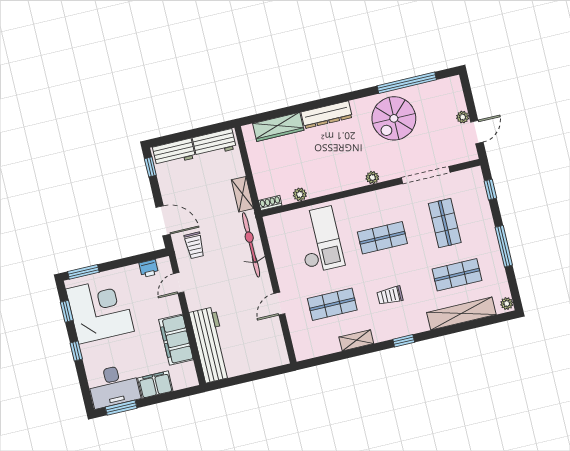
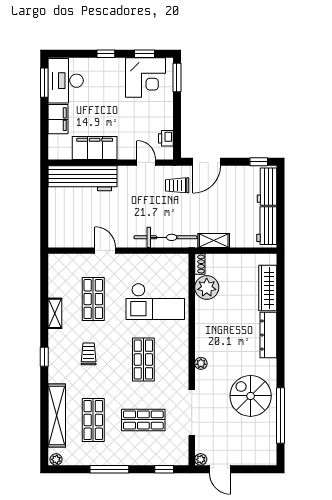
plant: (463, 117) -> (201, 459), moved
plant: (300, 194) -> (207, 288), width x1.88, depth x1.88
corner desk: (100, 310) -> (145, 77), width x0.74, depth x0.74

